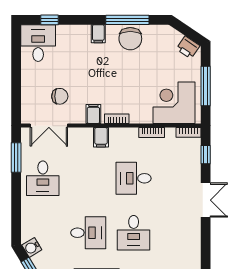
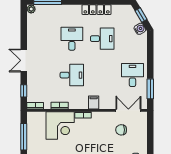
corner desk: (174, 103) -> (60, 126), moved
filing cabinet: (93, 114) -> (99, 118), removed
desk: (88, 233) -> (102, 39), turned 180

